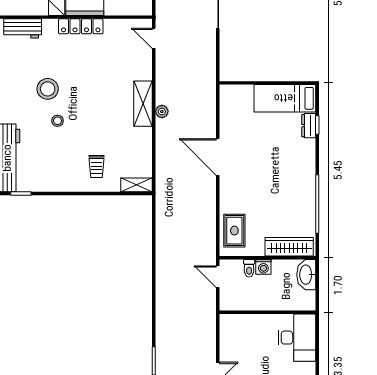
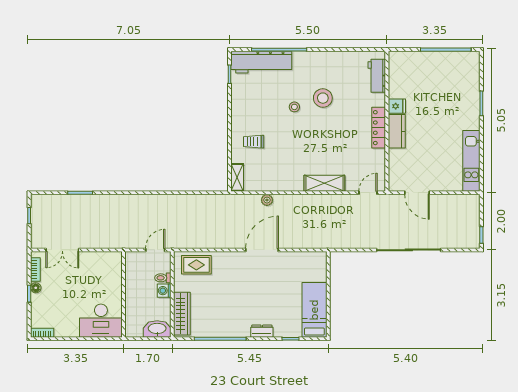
shelving: (143, 104) -> (324, 183), moved
plant: (162, 112) -> (267, 200), moved
dresser: (309, 126) -> (262, 331), moved

